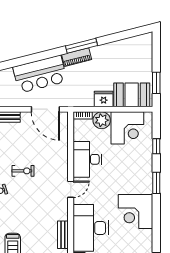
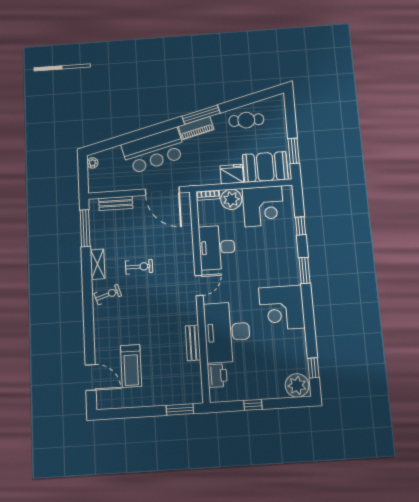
cafe table: (119, 53) -> (246, 120), added

